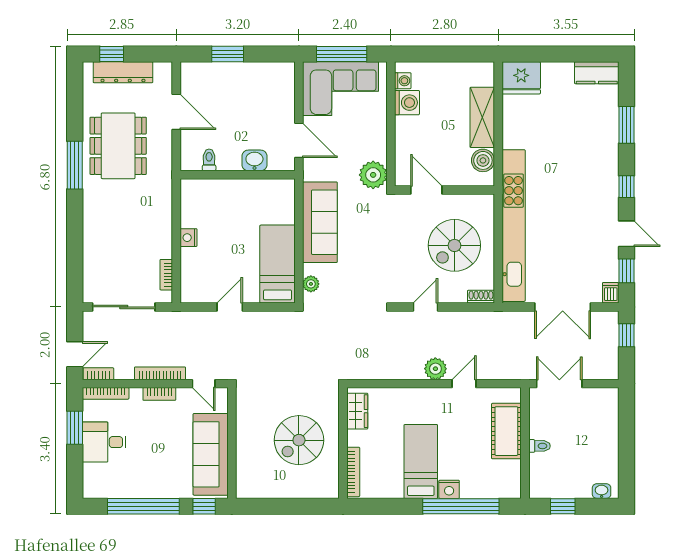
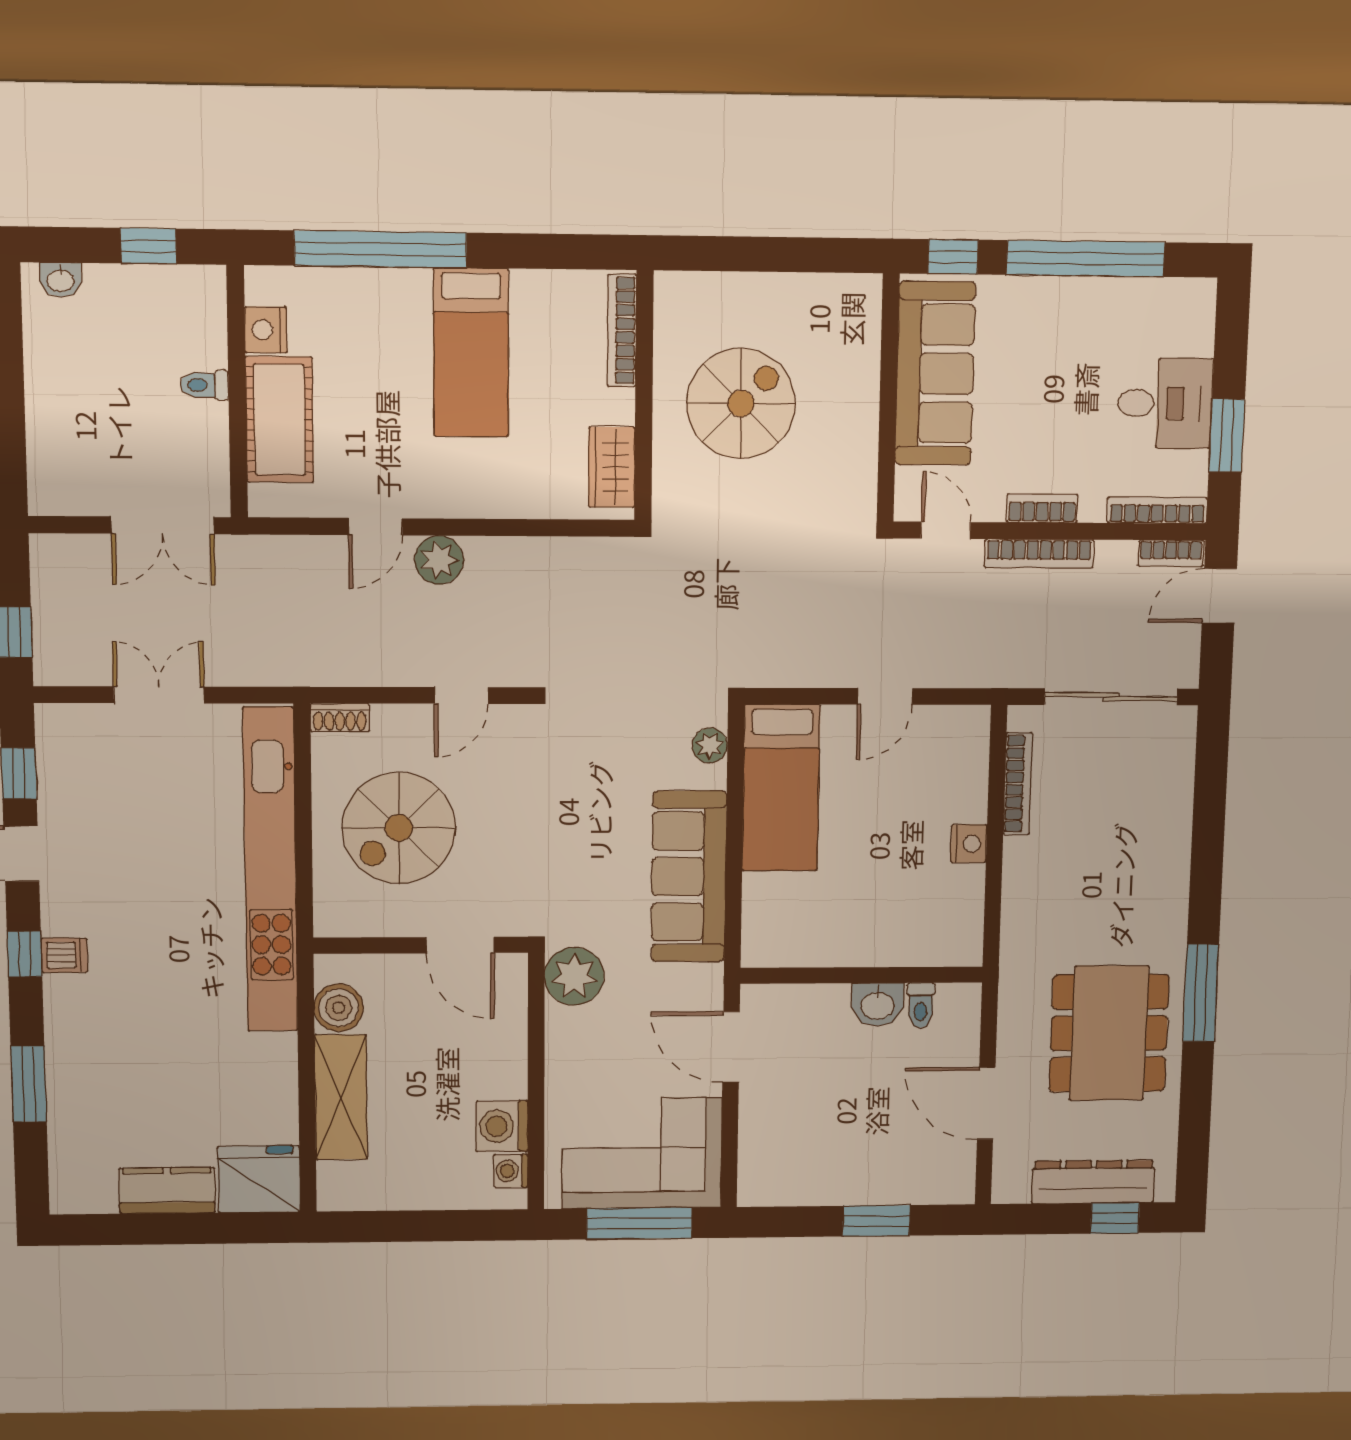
kitchen counter: (597, 73) -> (167, 1191), moved
washbasin: (254, 160) -> (877, 1005), moved
spiral stairs: (454, 245) -> (399, 828), turned 180
bookcase: (166, 275) -> (1018, 784), width x1.56
dishwasher: (611, 293) -> (64, 955), moved, turned -90
double door: (563, 307) -> (159, 695), width x0.73
nightstand: (449, 489) -> (266, 330), moved, turned -90

